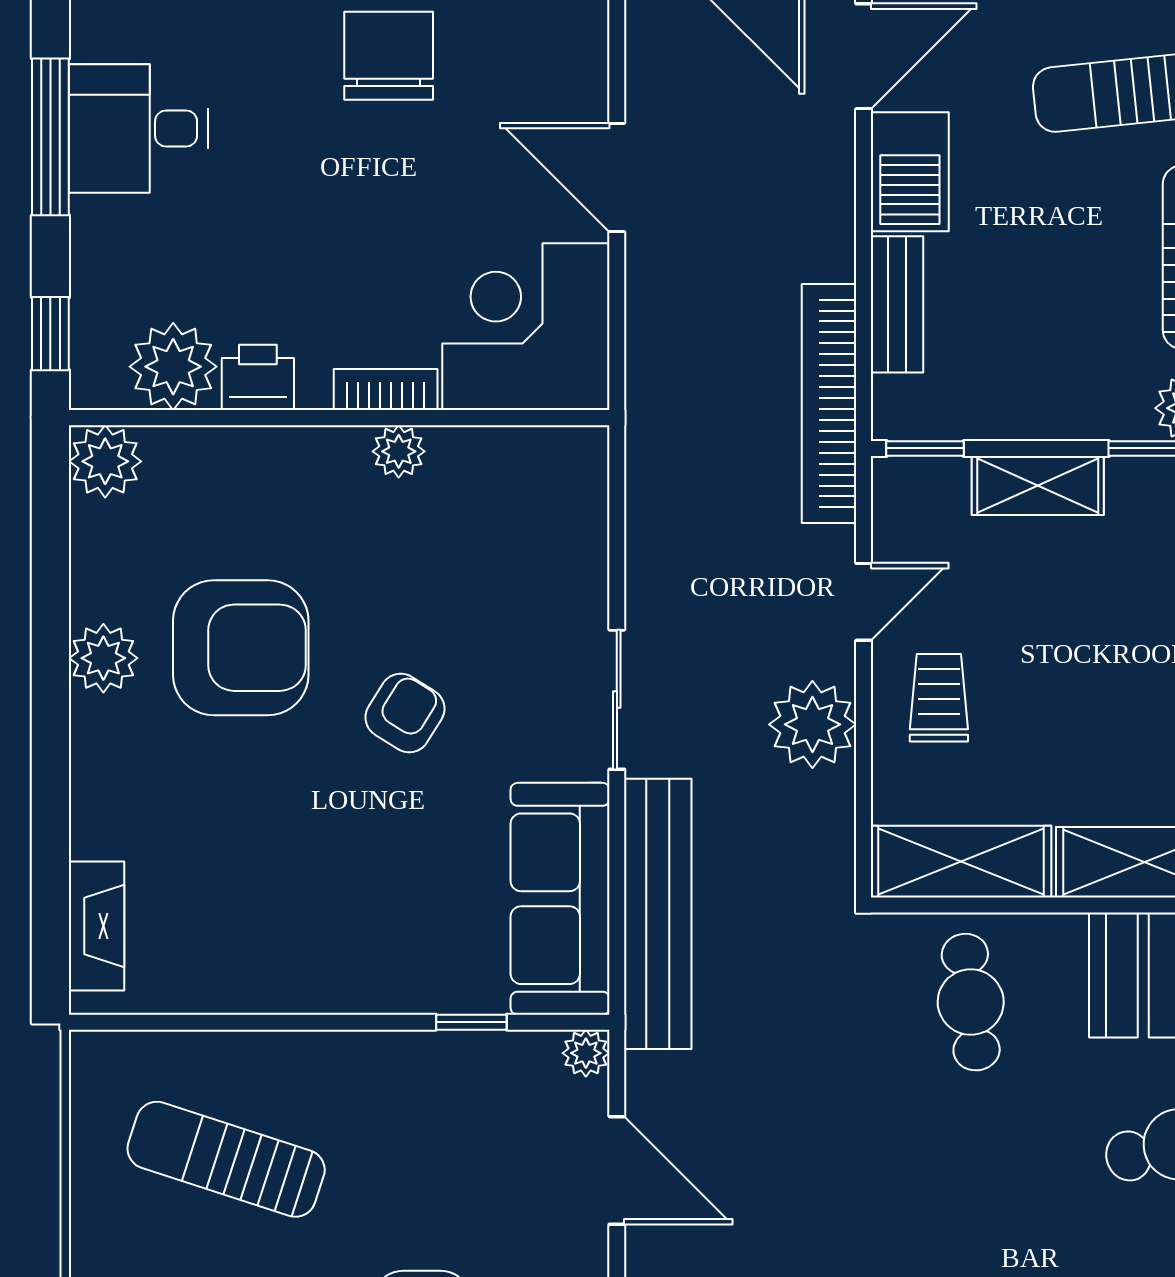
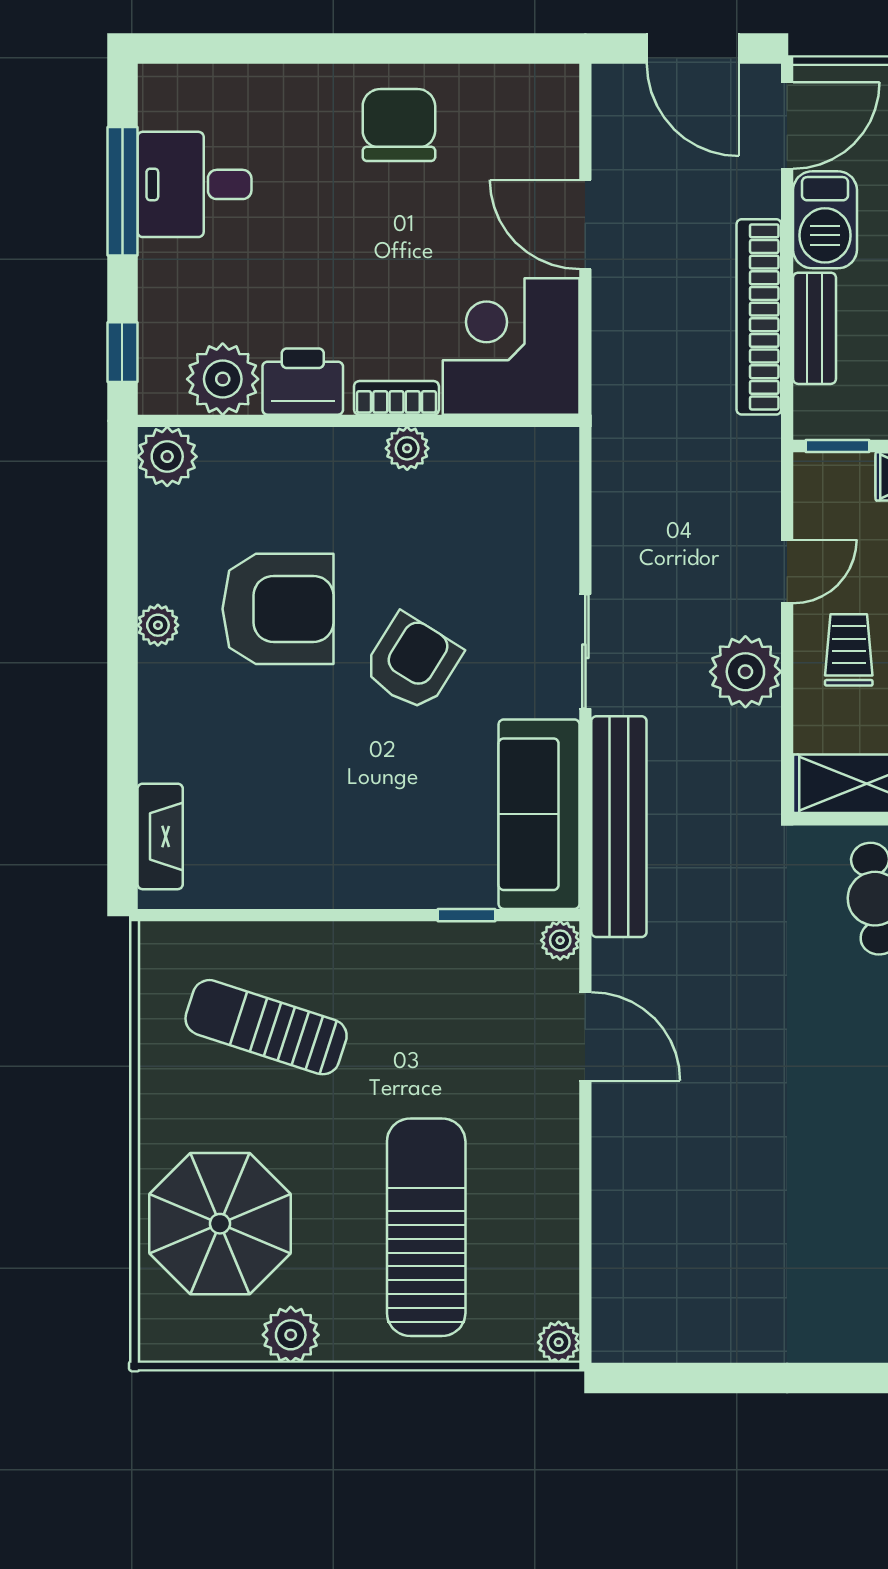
printer: (258, 377) -> (303, 382), width x1.36, depth x1.24
bookcase: (829, 404) -> (759, 317), moved
plant: (103, 658) -> (158, 625), width x0.73, depth x0.73
armchair: (405, 713) -> (412, 662), width x1.38, depth x1.38

